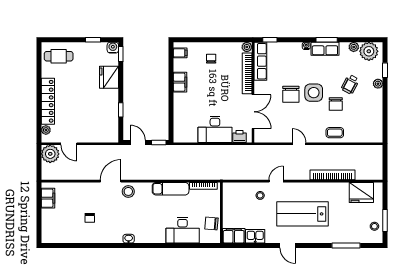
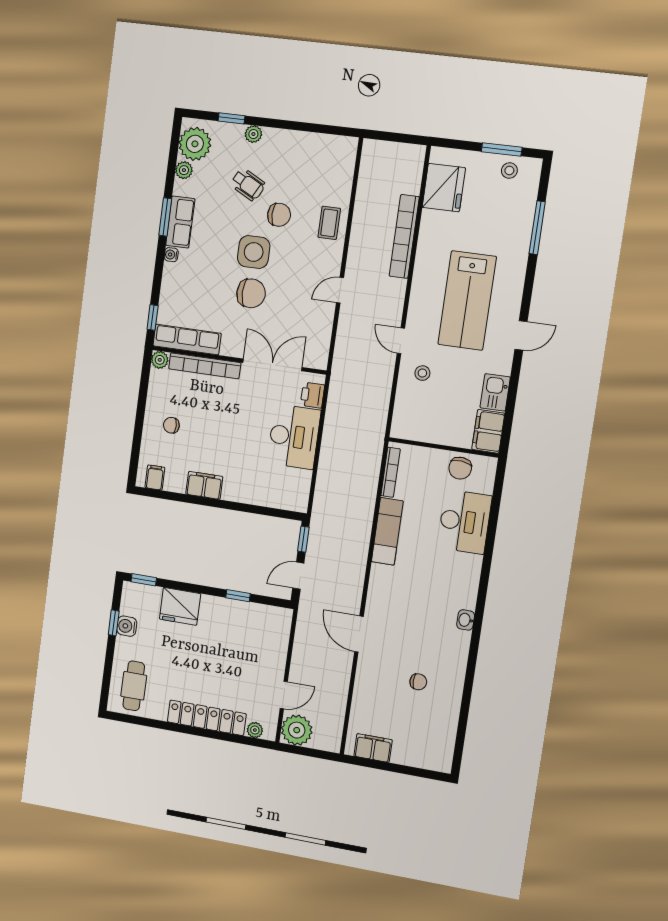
water cooler: (113, 48) -> (127, 626), moved
stool: (128, 191) -> (381, 606), removed

